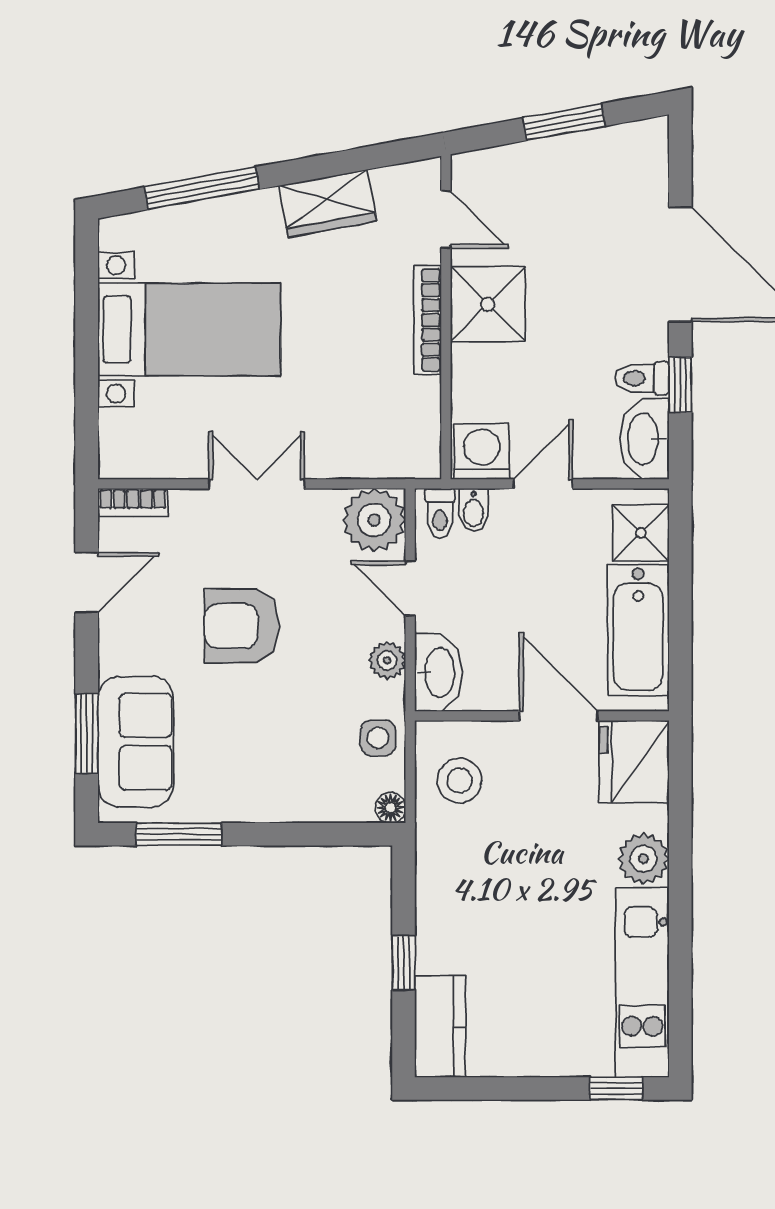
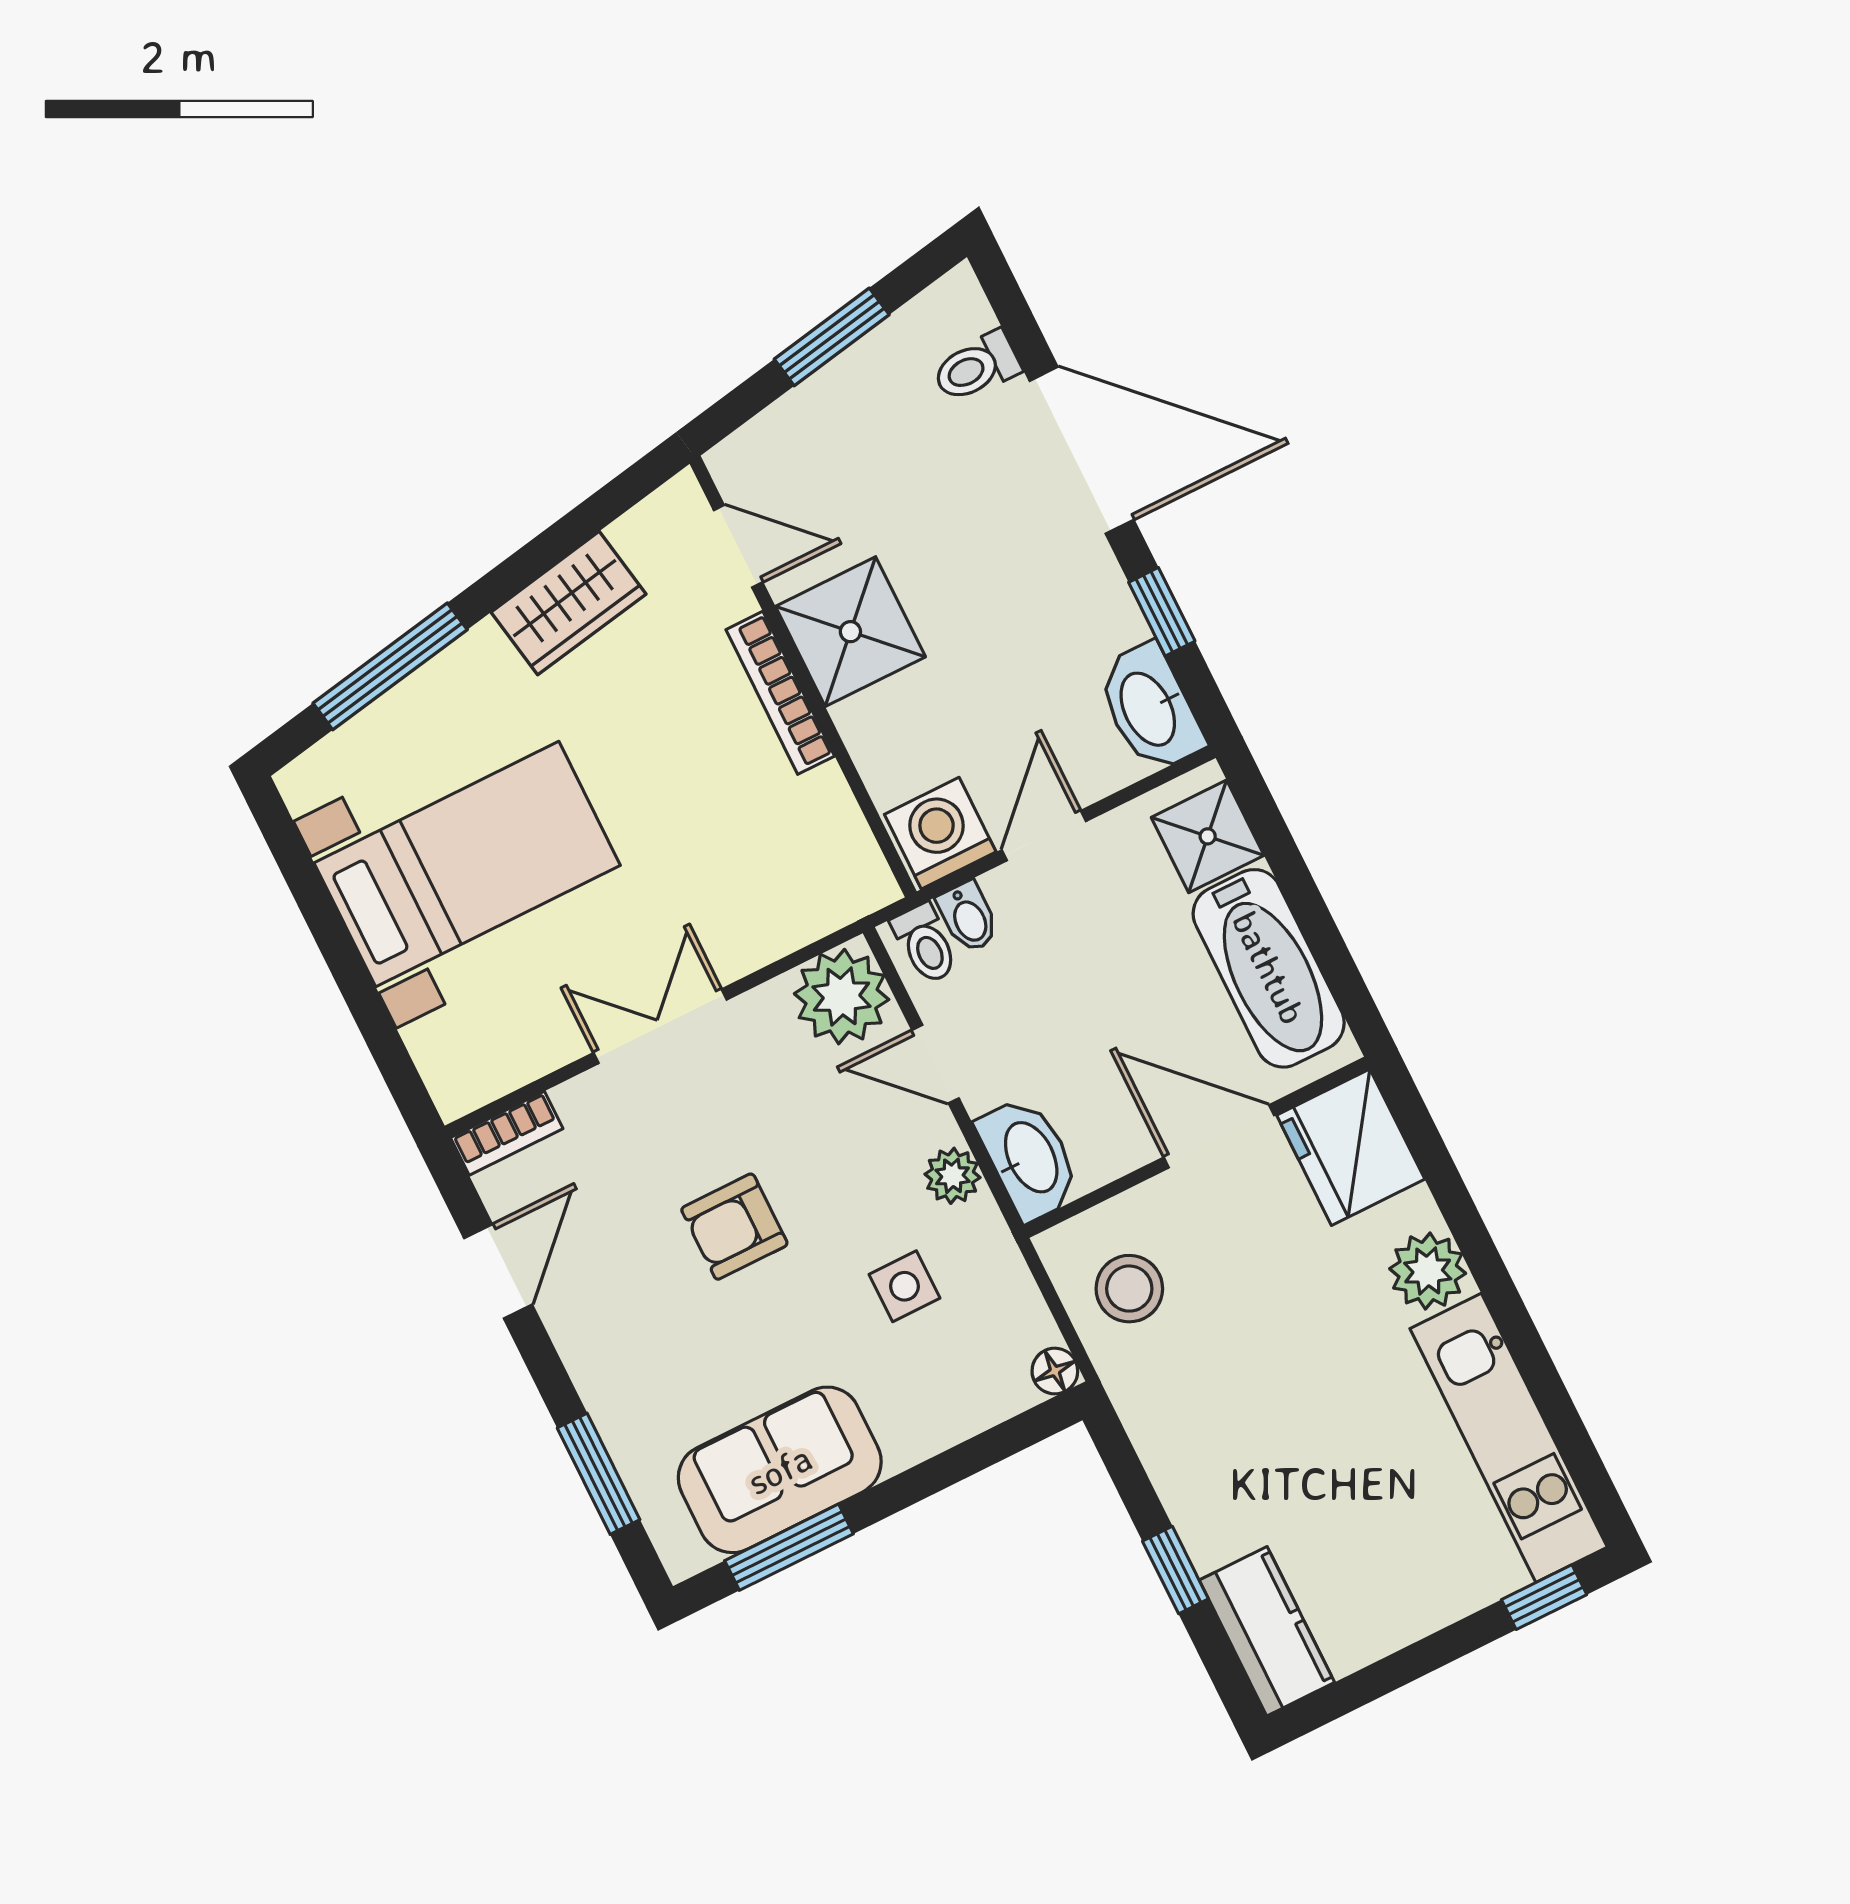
toilet: (642, 378) -> (976, 367), moved
armchair: (241, 626) -> (734, 1227), width x0.72, depth x0.72
side table: (378, 738) -> (904, 1286), moved
sofa: (136, 742) -> (780, 1470), moved, turned -90

